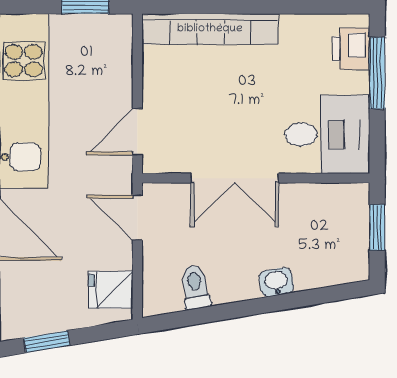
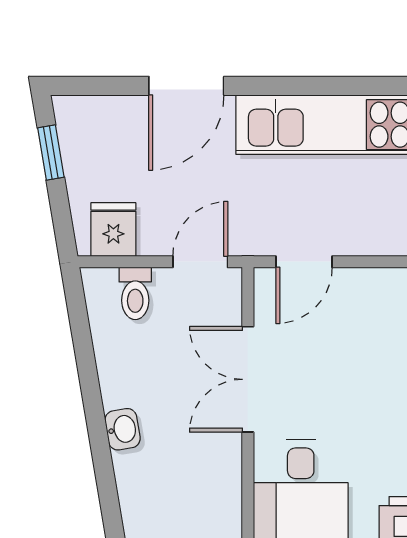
door: (137, 132) -> (304, 262), swing flipped
toilet: (195, 287) -> (135, 293), moved, turned 100

